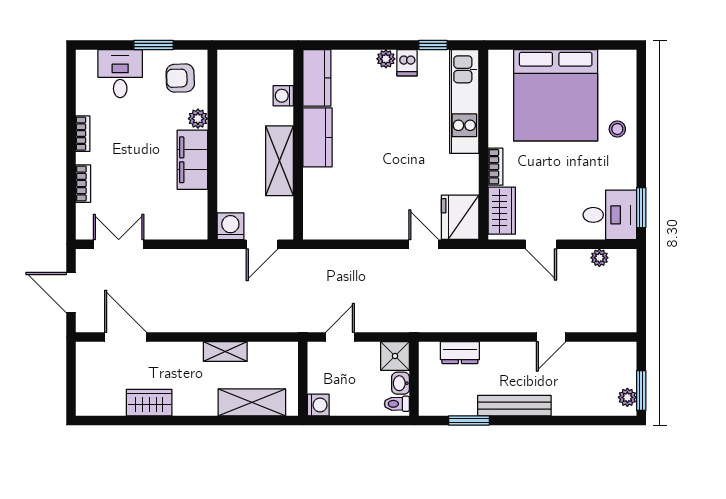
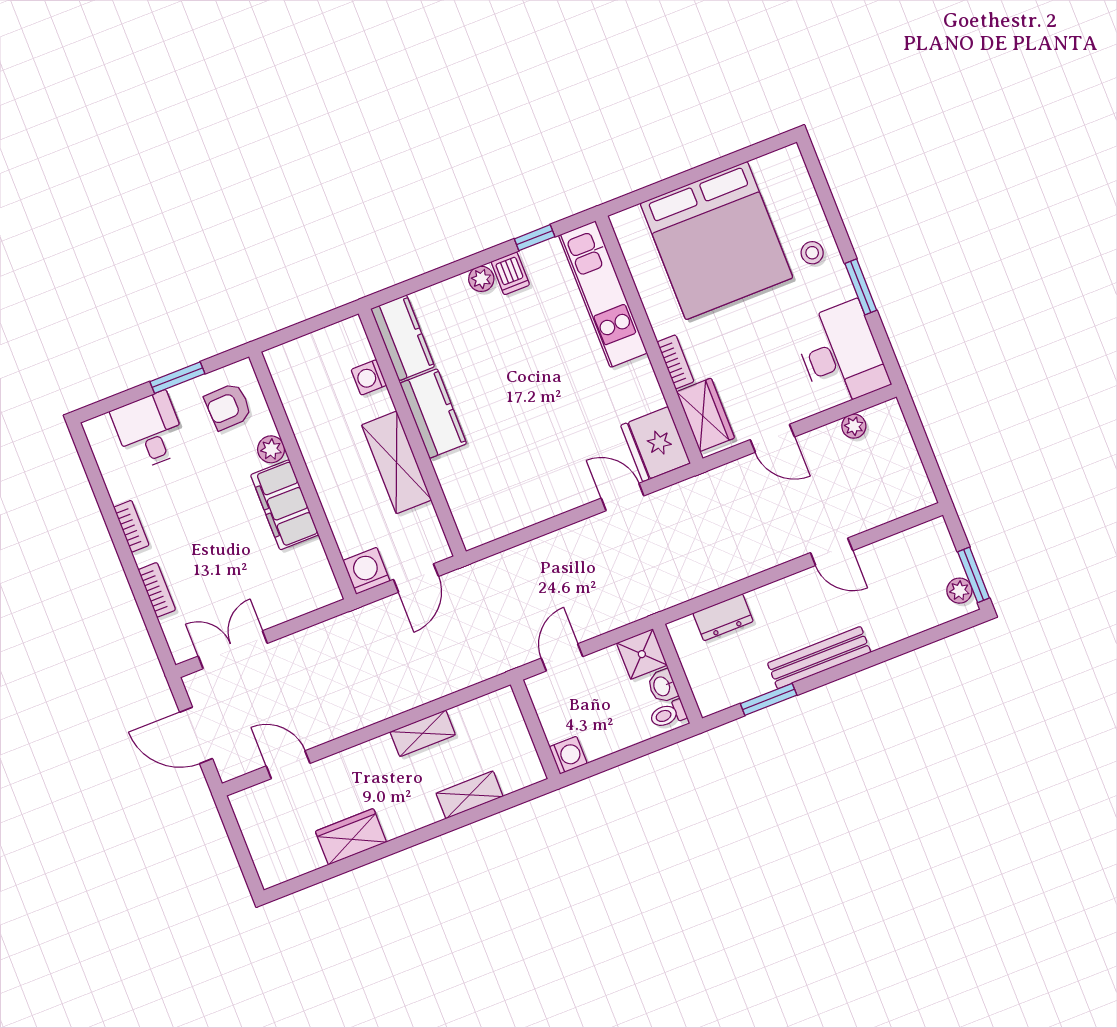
window: (641, 208) -> (861, 287), moved
desk: (610, 215) -> (841, 354), width x1.37
door: (126, 337) -> (288, 765), width x0.73
door: (551, 337) -> (832, 552), hinge flipped
shelving: (252, 402) -> (470, 795), width x0.67, depth x0.75

